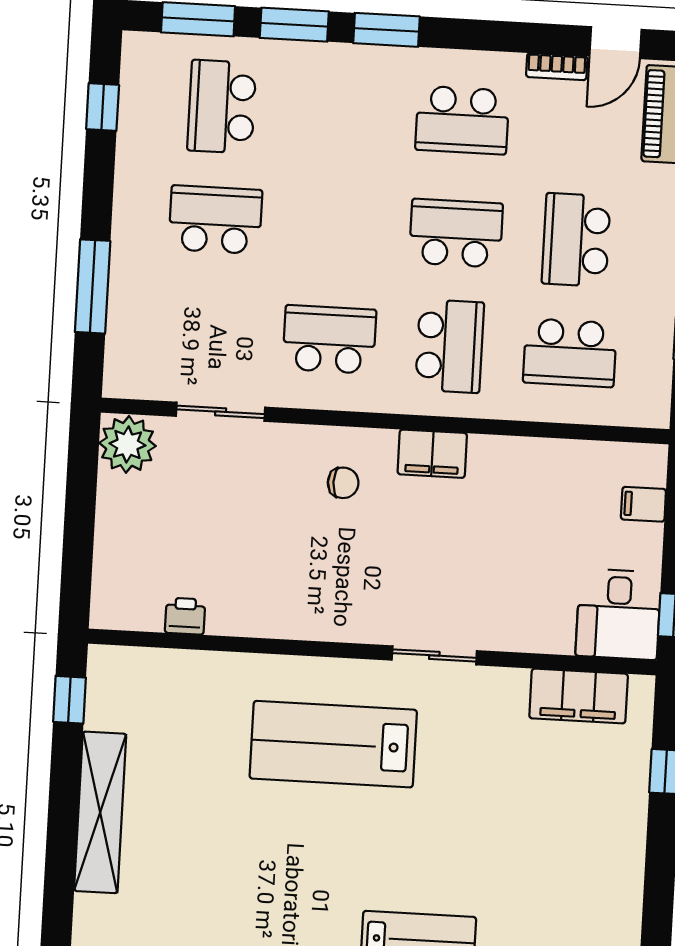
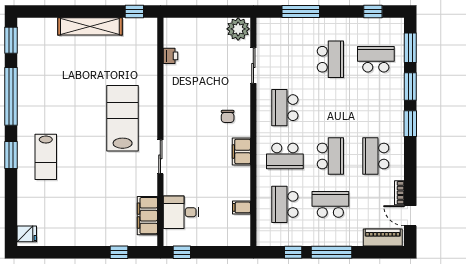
school desk: (329, 339) -> (285, 108), turned 180
filing cabinet: (643, 504) -> (242, 207), moved, turned -90
desk: (618, 614) -> (181, 212), moved

